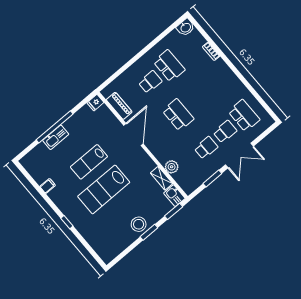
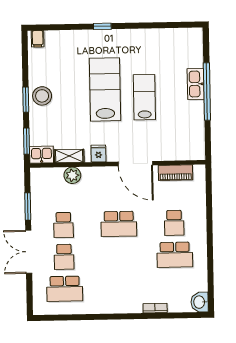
fridge: (95, 103) -> (98, 154), moved
filing cabinet: (48, 186) -> (38, 39), moved

